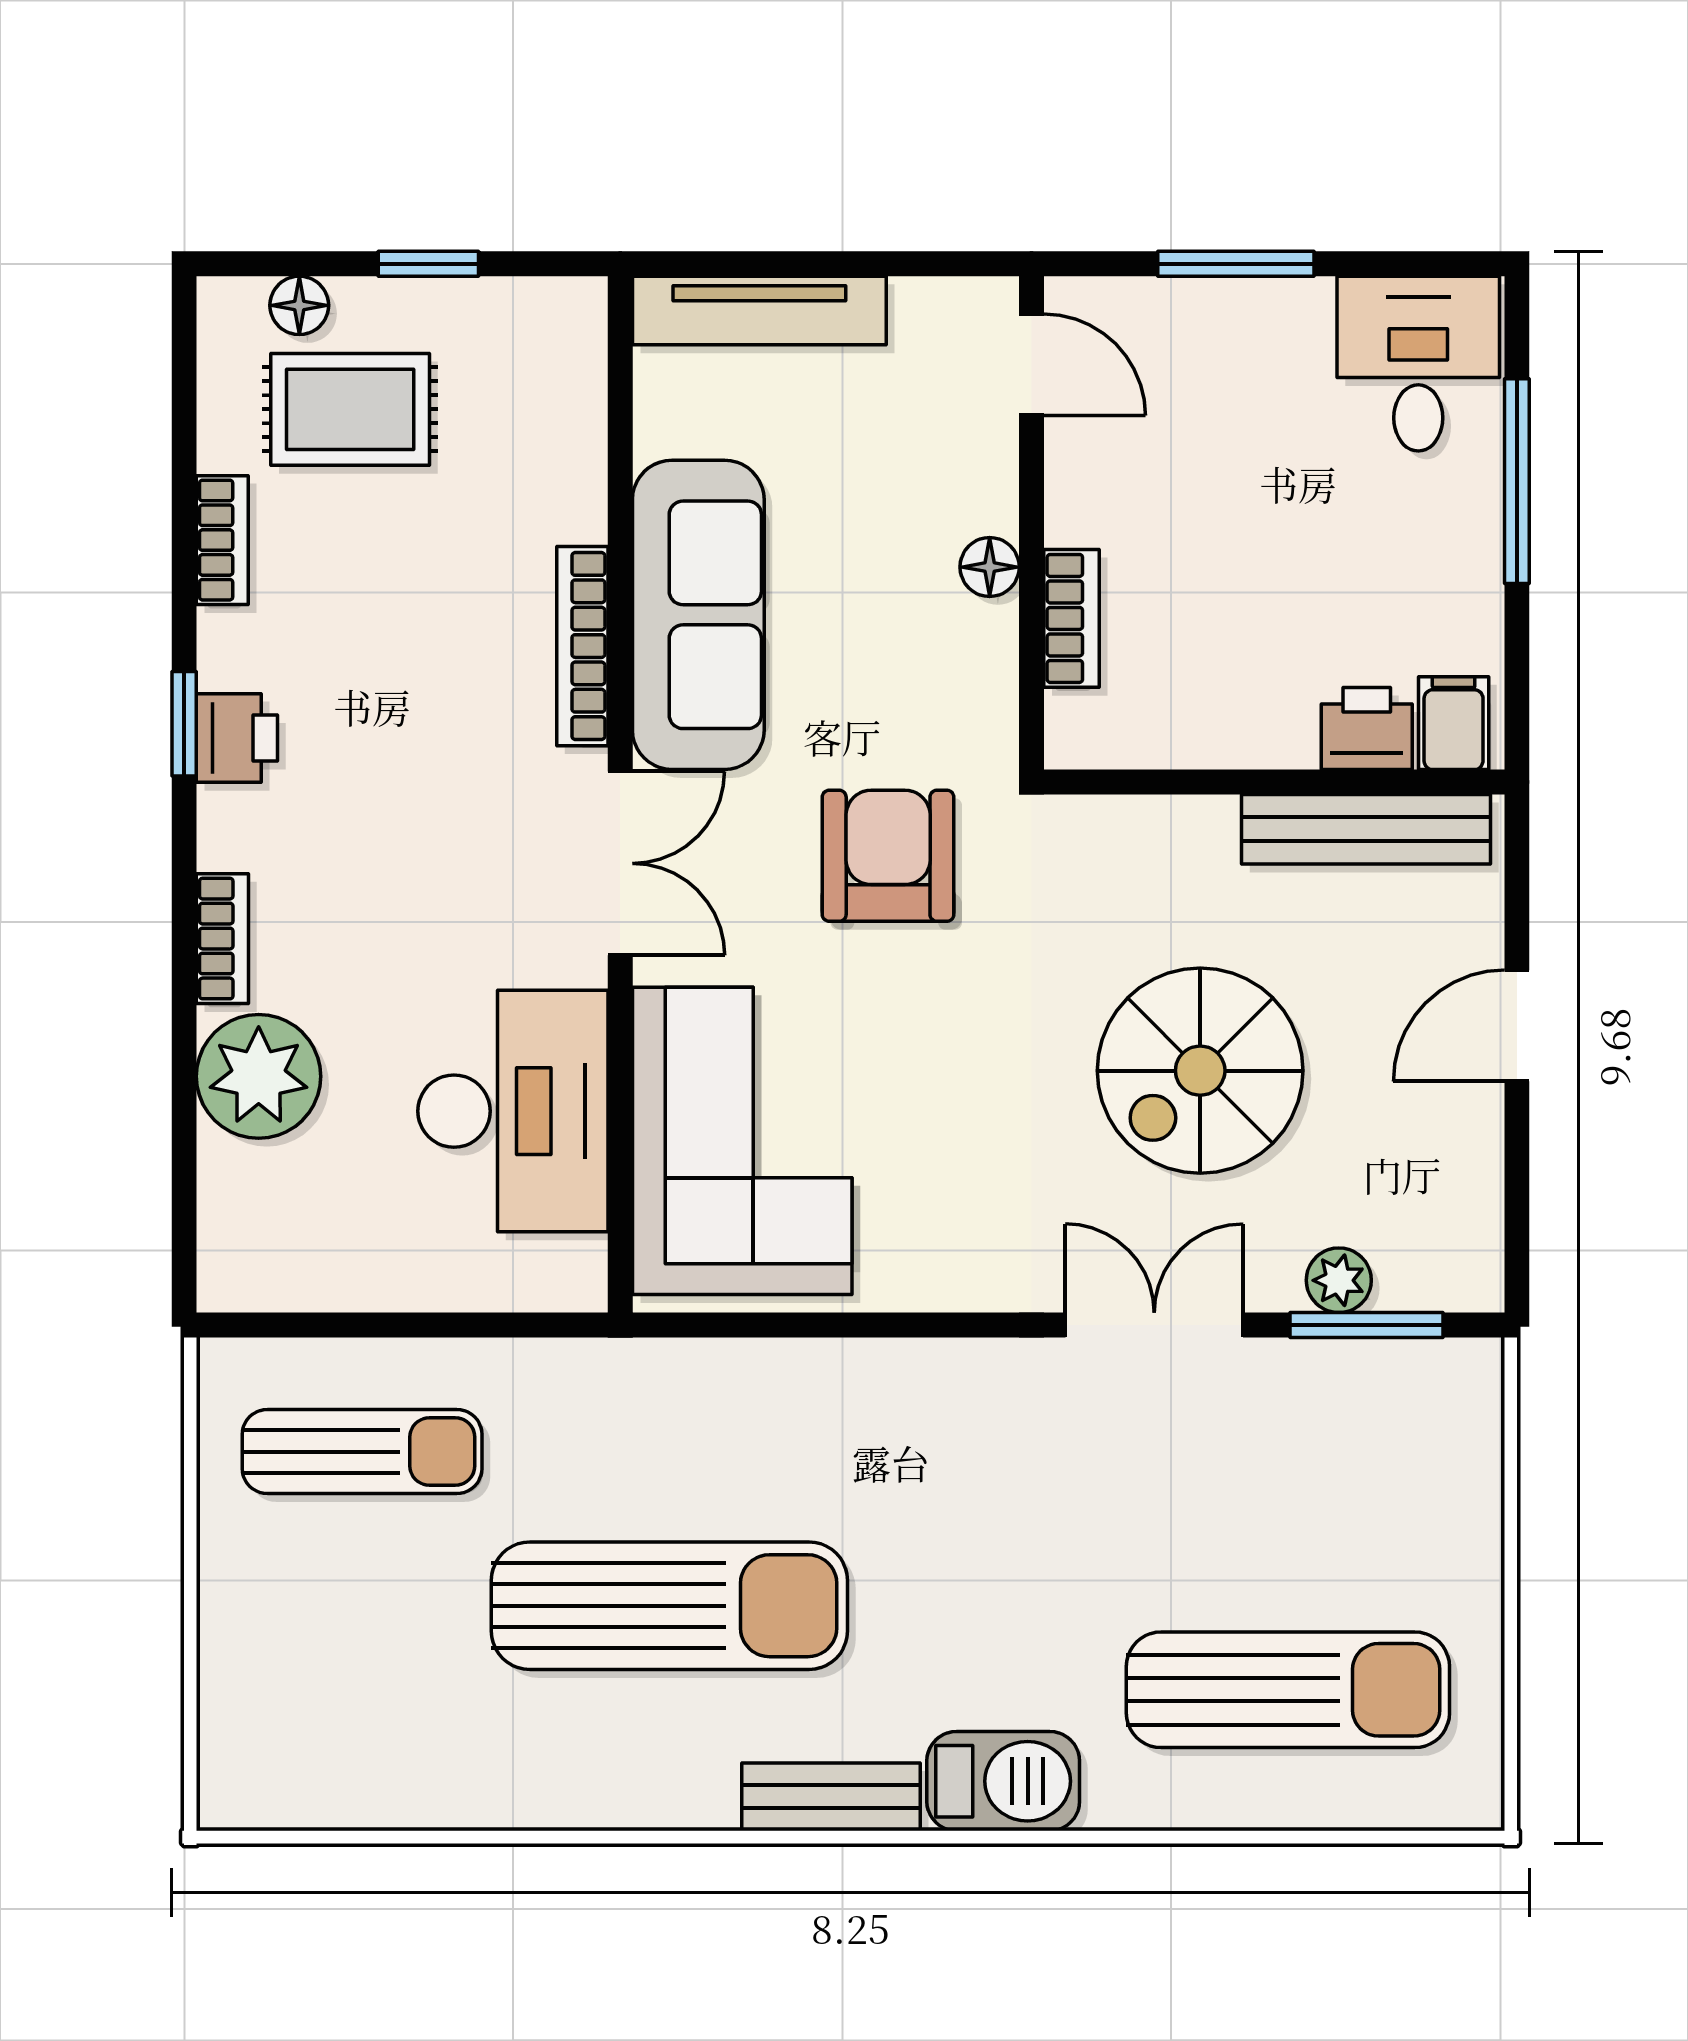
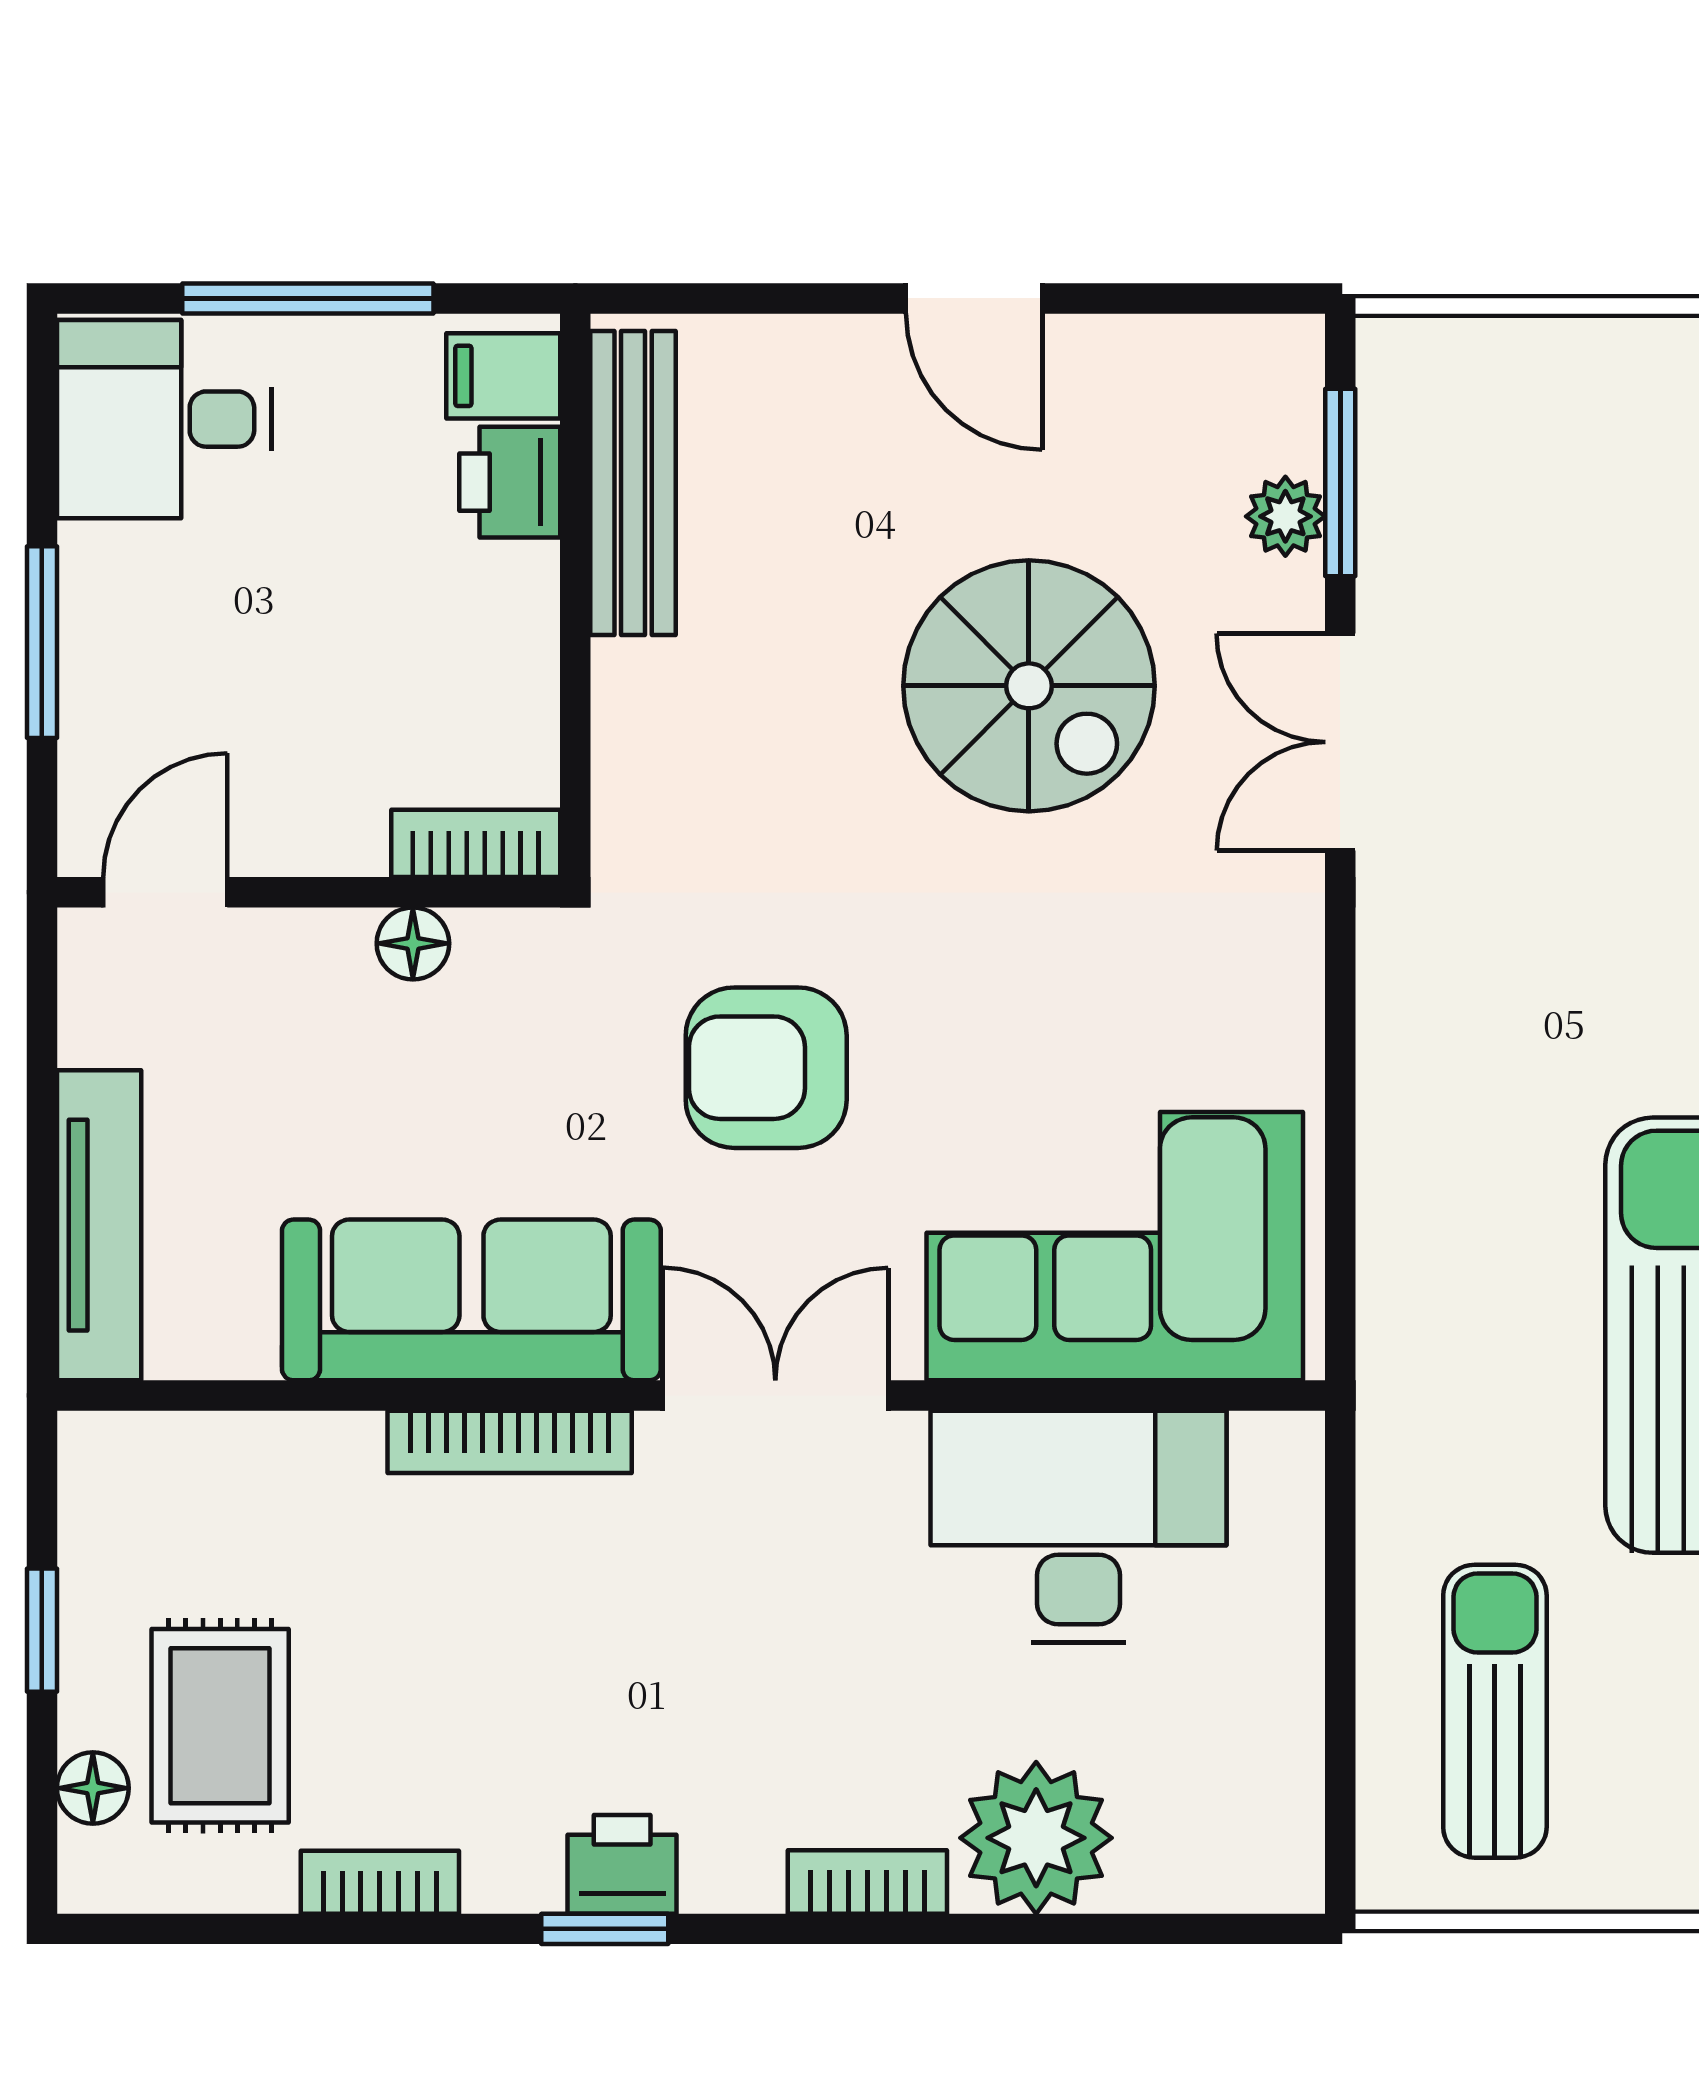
filing cabinet: (1454, 723) -> (503, 376), moved
printer: (1367, 729) -> (510, 482), moved
wall: (1274, 782) -> (575, 595), moved
bench: (1366, 829) -> (633, 483), moved

